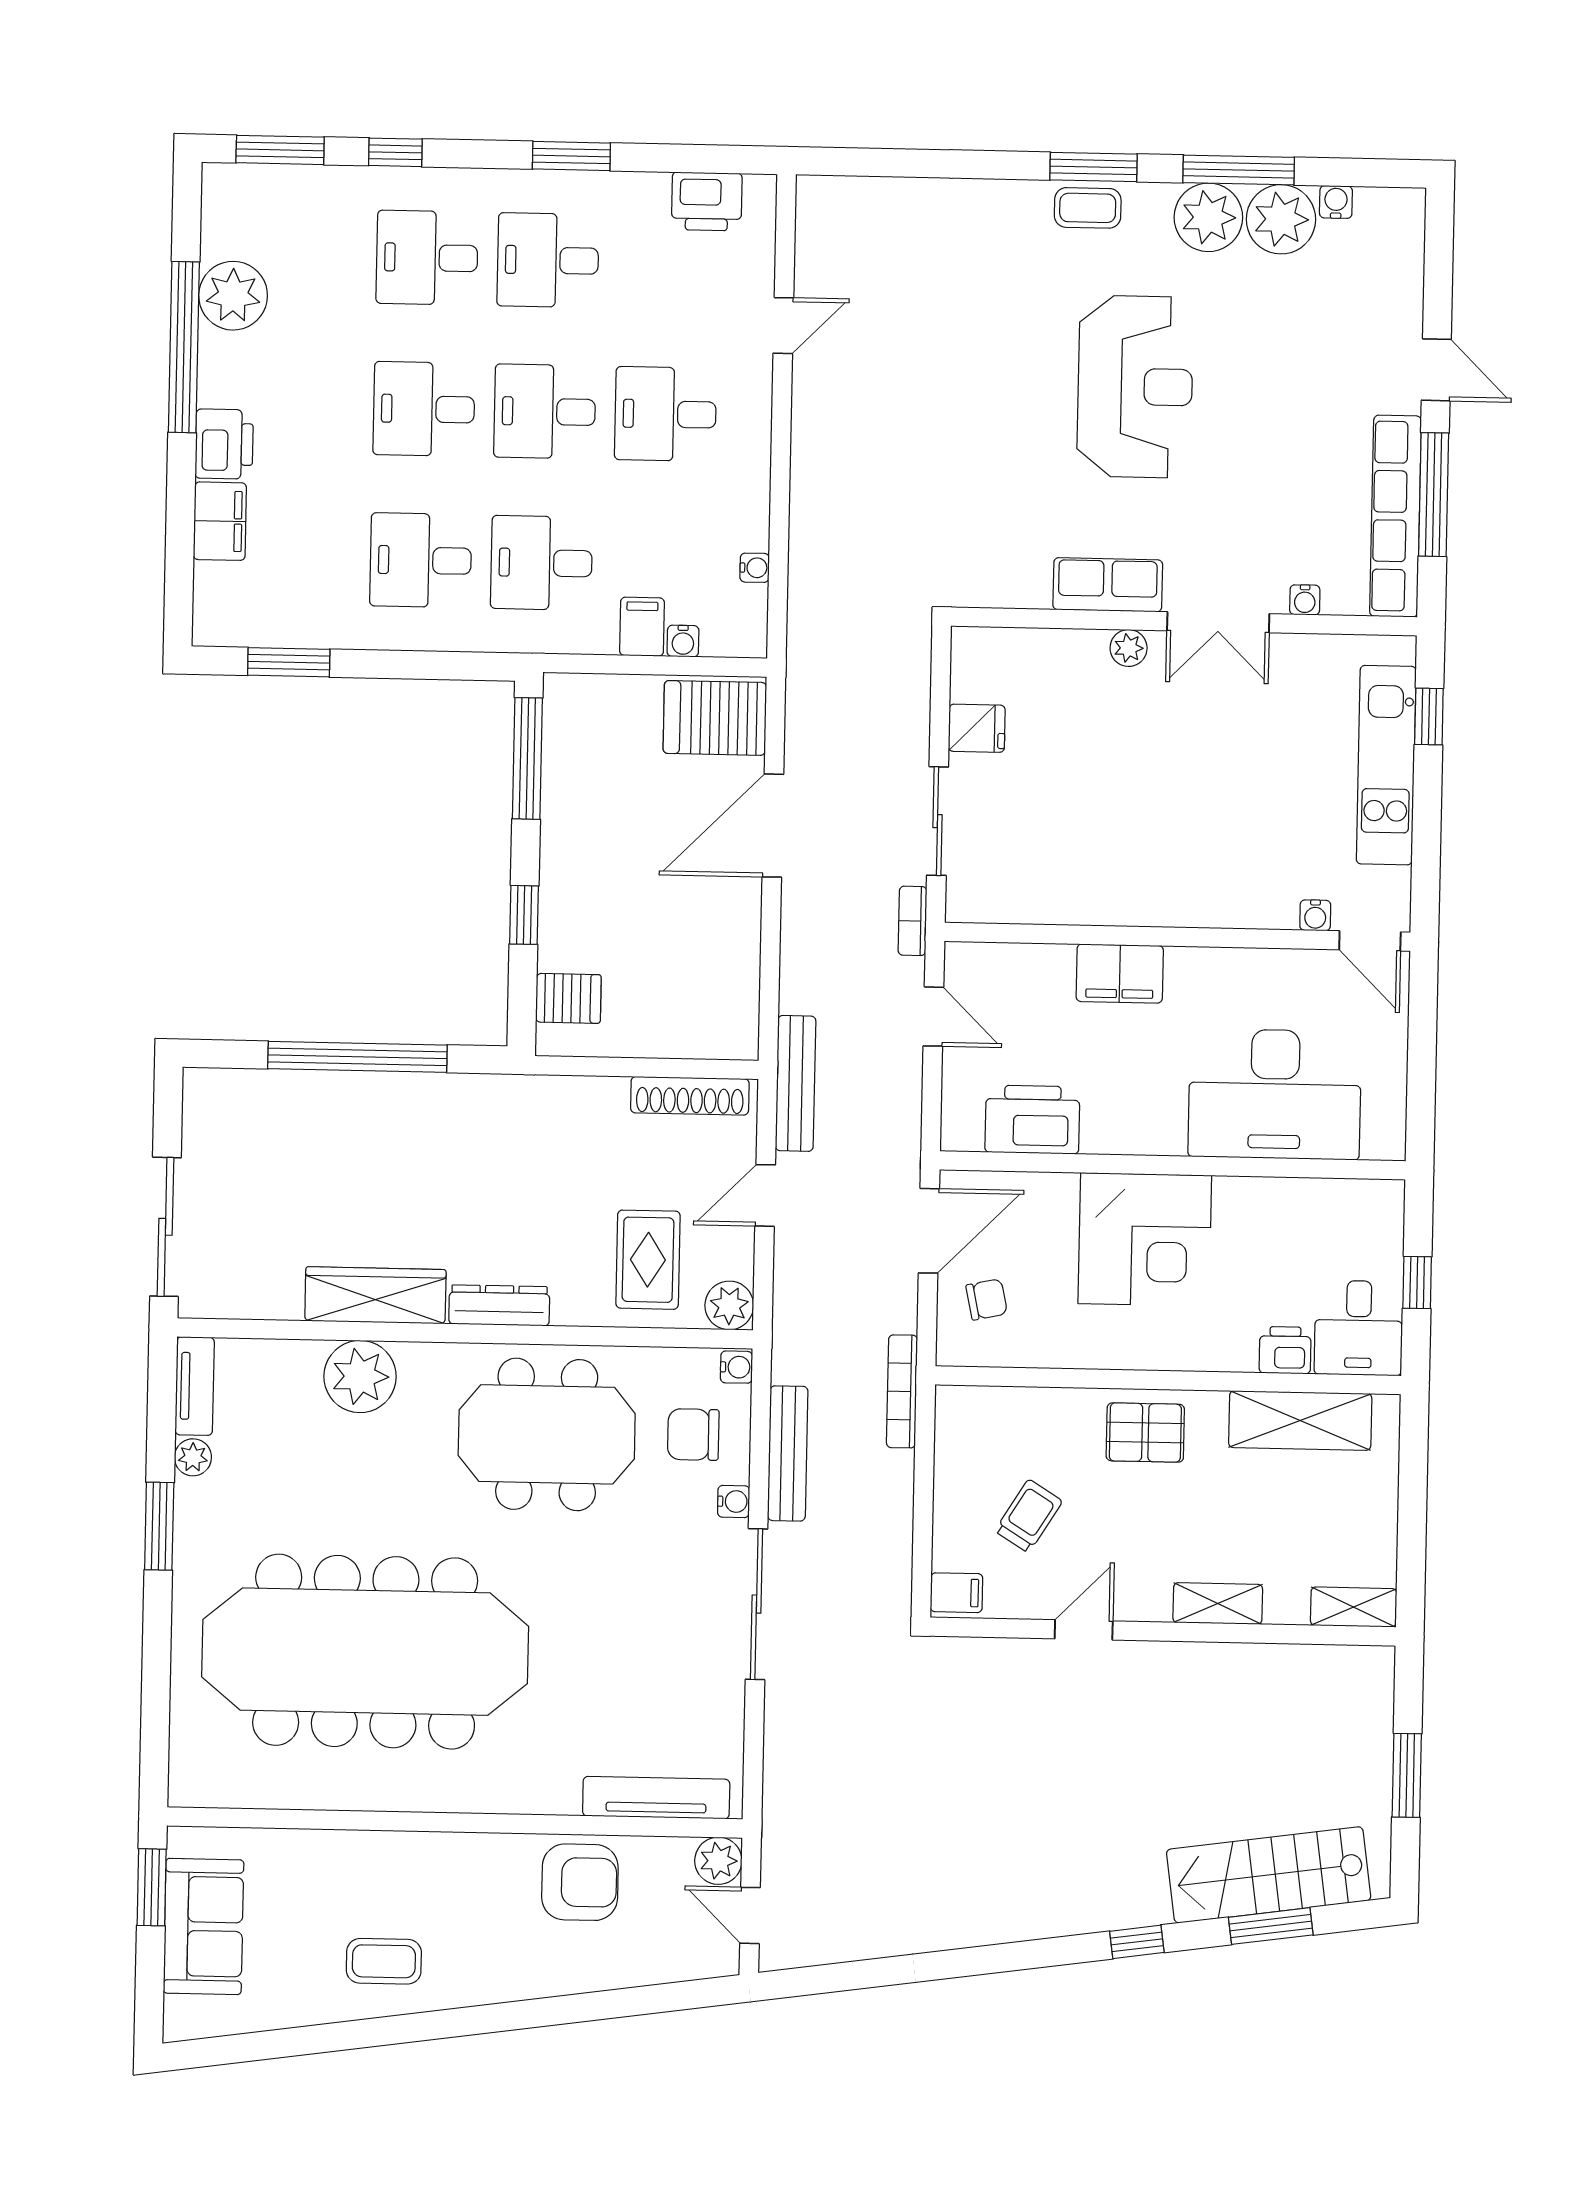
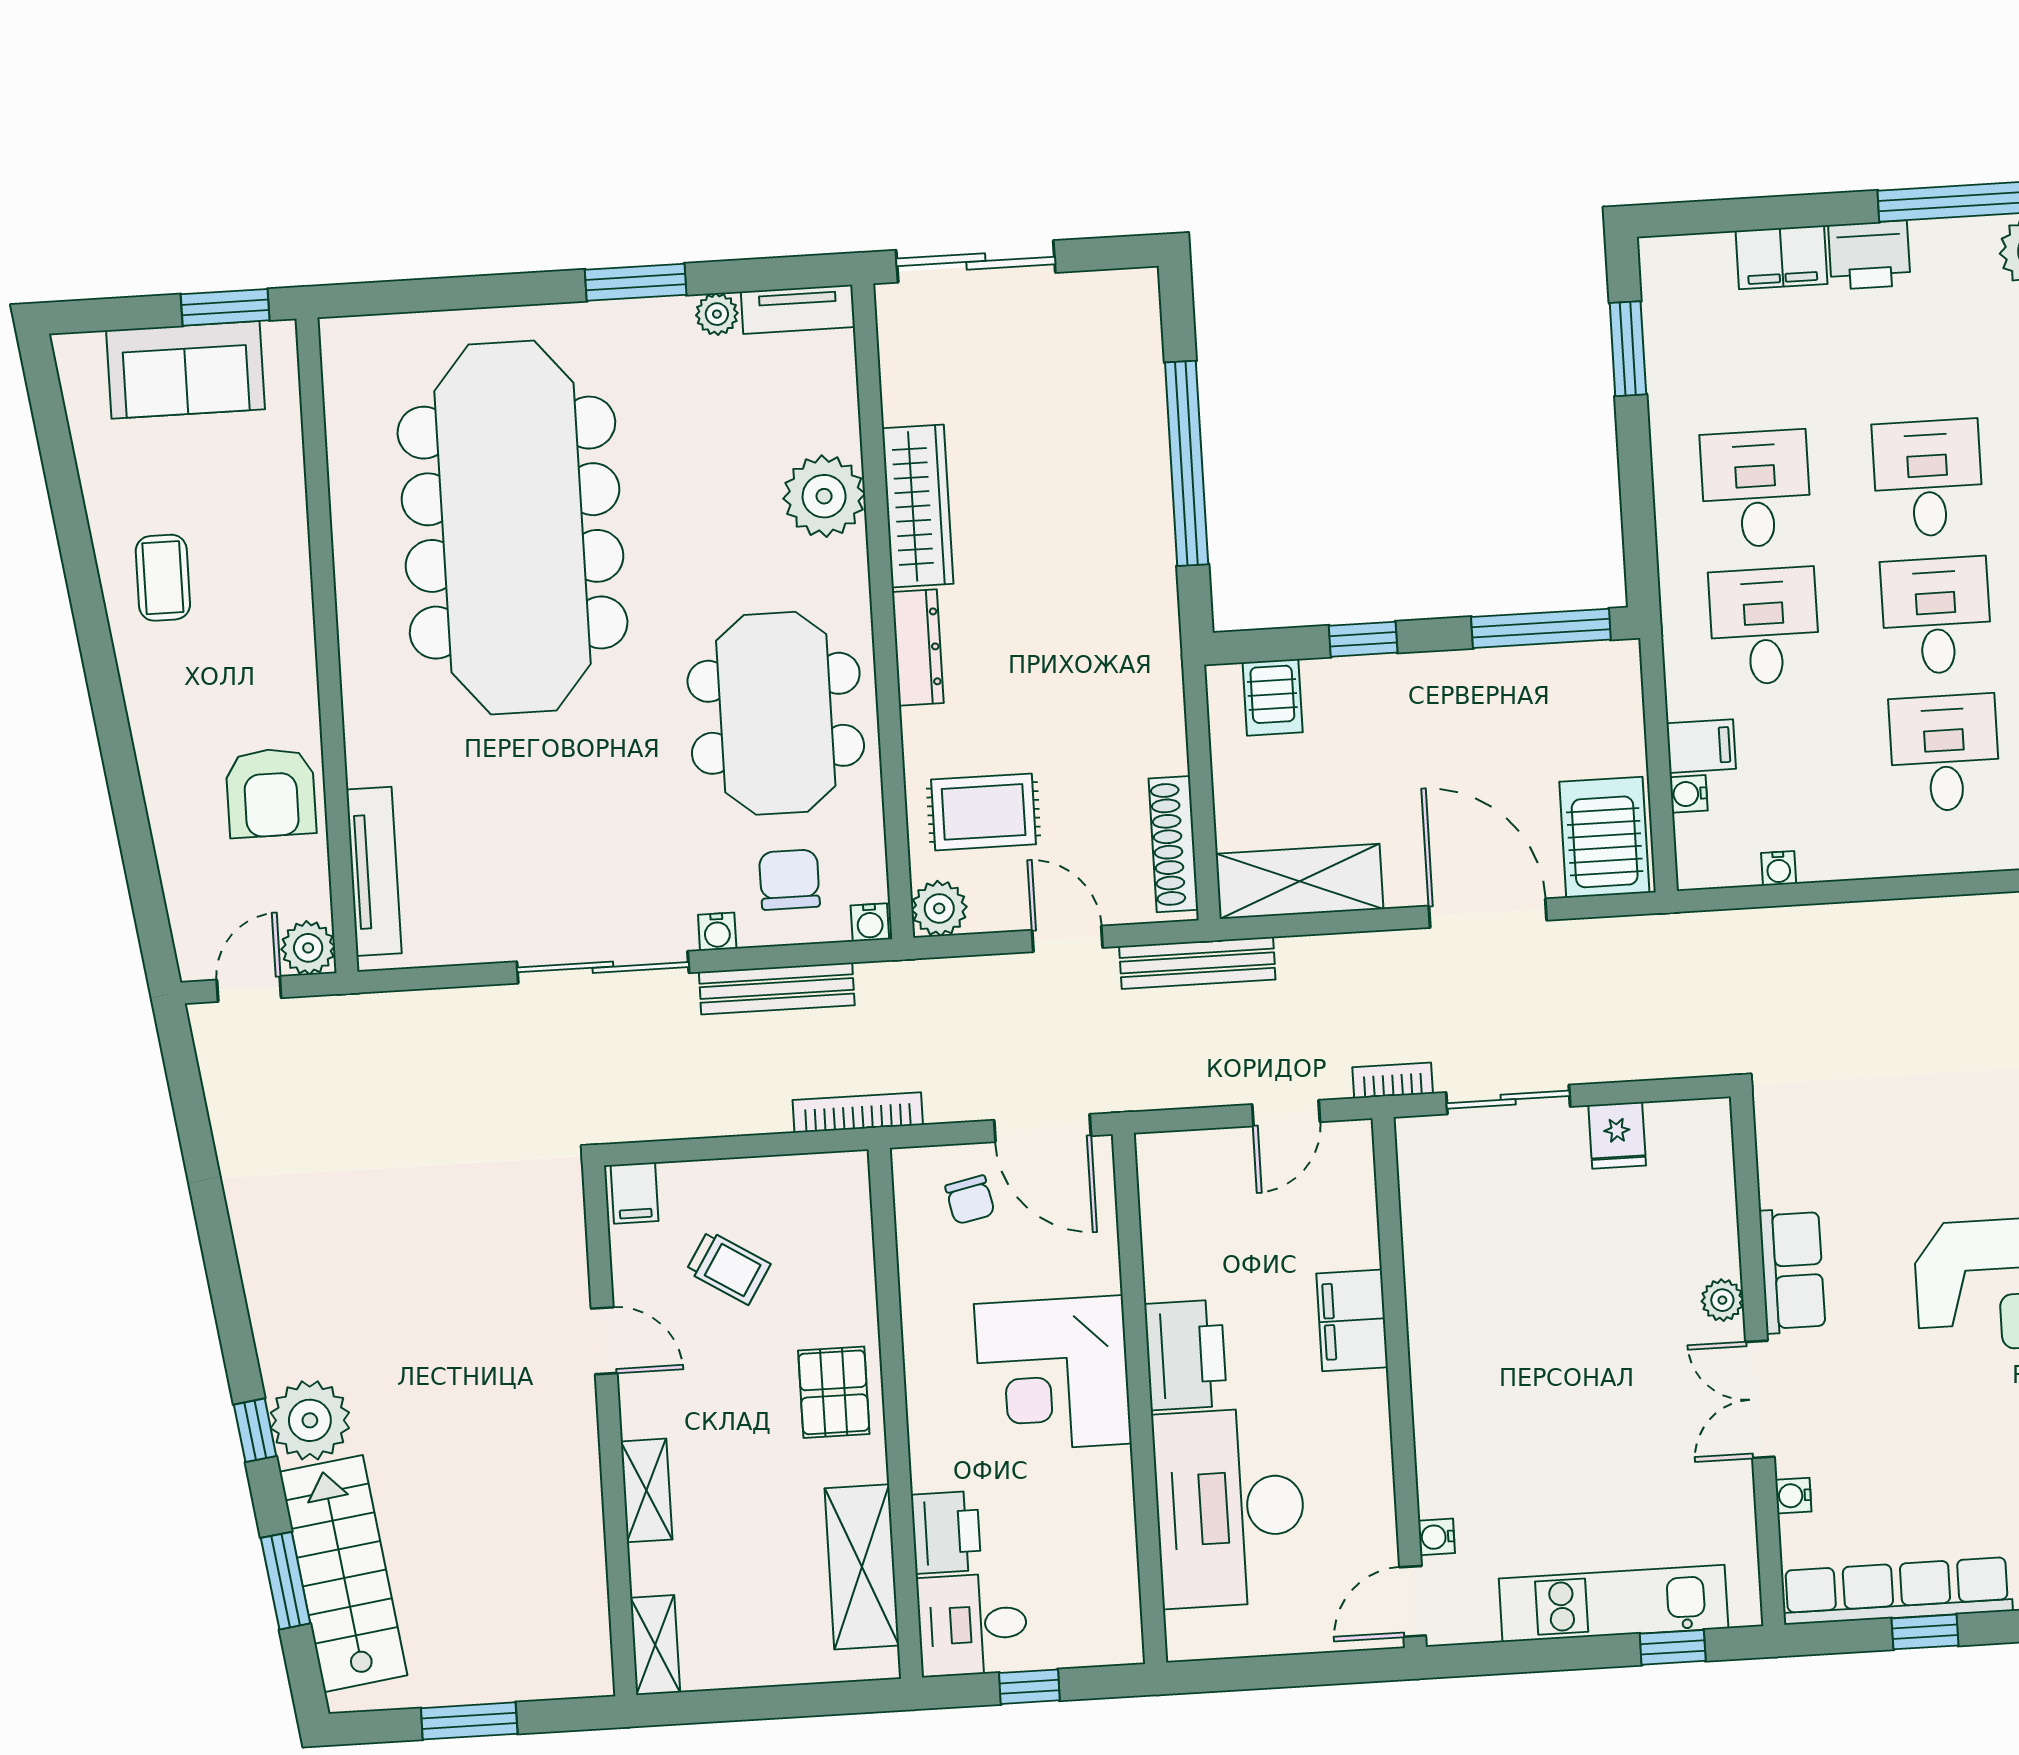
window: (1434, 495) -> (1925, 1632), width x0.46
shelving: (731, 988) -> (1300, 881), added
printer: (1032, 1120) -> (1186, 1355), moved
printer: (1285, 1350) -> (946, 1532), width x1.36, depth x1.24
plant: (1132, 1893) -> (310, 1420), added

